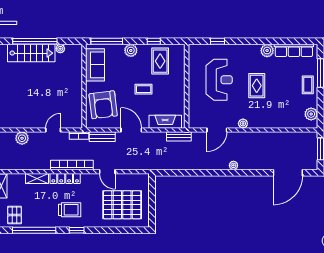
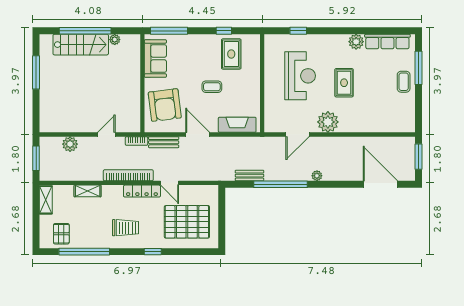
plant: (131, 50) -> (197, 42), removed
plant: (311, 114) -> (408, 116), removed
plant: (243, 123) -> (328, 122), width x1.87, depth x1.87
bench: (179, 136) -> (249, 176), moved
window: (202, 173) -> (281, 184), added
door: (288, 173) -> (380, 184), swing flipped
locker: (65, 178) -> (142, 191), moved
window: (77, 230) -> (153, 252), moved

